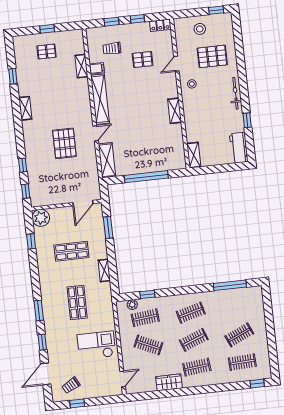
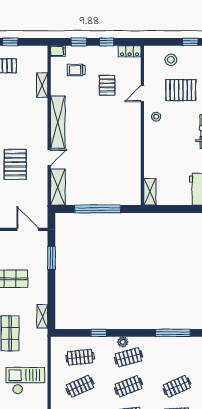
pallet: (143, 60) -> (107, 85), turned 90
filing cabinet: (97, 68) -> (58, 51), moved
shelving: (175, 111) -> (135, 143), removed
door: (83, 203) -> (28, 229), swing flipped
shelving: (104, 270) -> (42, 316), moved
window: (147, 294) -> (99, 333), moved
plant: (132, 305) -> (123, 342), moved
clothes rail: (148, 345) -> (80, 386), turned -48

